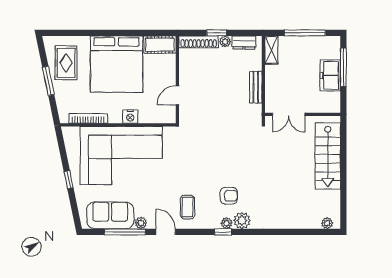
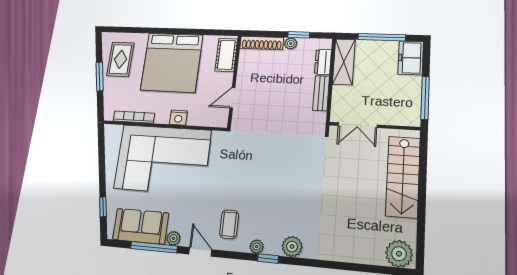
window: (217, 33) -> (299, 35), moved
dresser: (244, 43) -> (323, 62), moved, turned 90
cot: (160, 45) -> (226, 55), moved, turned 90
shelving: (271, 50) -> (344, 62), width x1.50, depth x1.33
window: (343, 67) -> (425, 98), moved
freezer: (330, 75) -> (411, 58), moved
window: (69, 180) -> (103, 207), moved
armchair: (229, 196) -> (279, 215), removed
plant: (227, 223) -> (257, 247), moved
plant: (327, 223) -> (399, 254), width x1.87, depth x1.87

